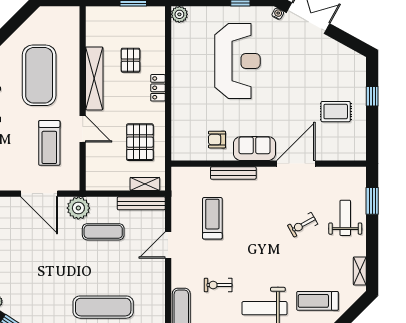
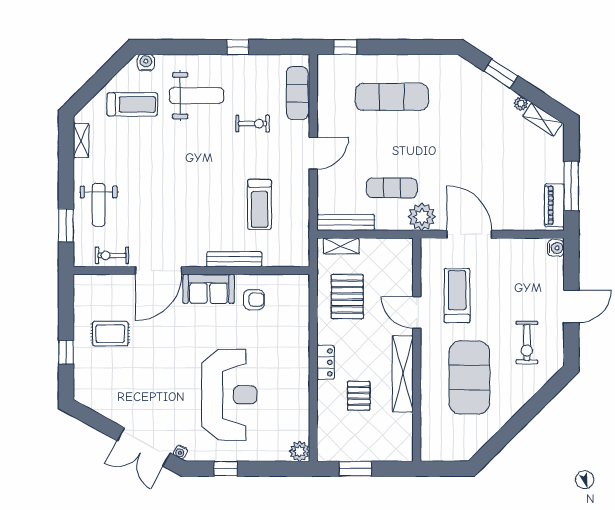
reception desk: (237, 61) -> (229, 395), turned 180
exercise bike: (303, 225) -> (112, 255), moved, turned -151
door: (168, 245) -> (313, 153), moved

